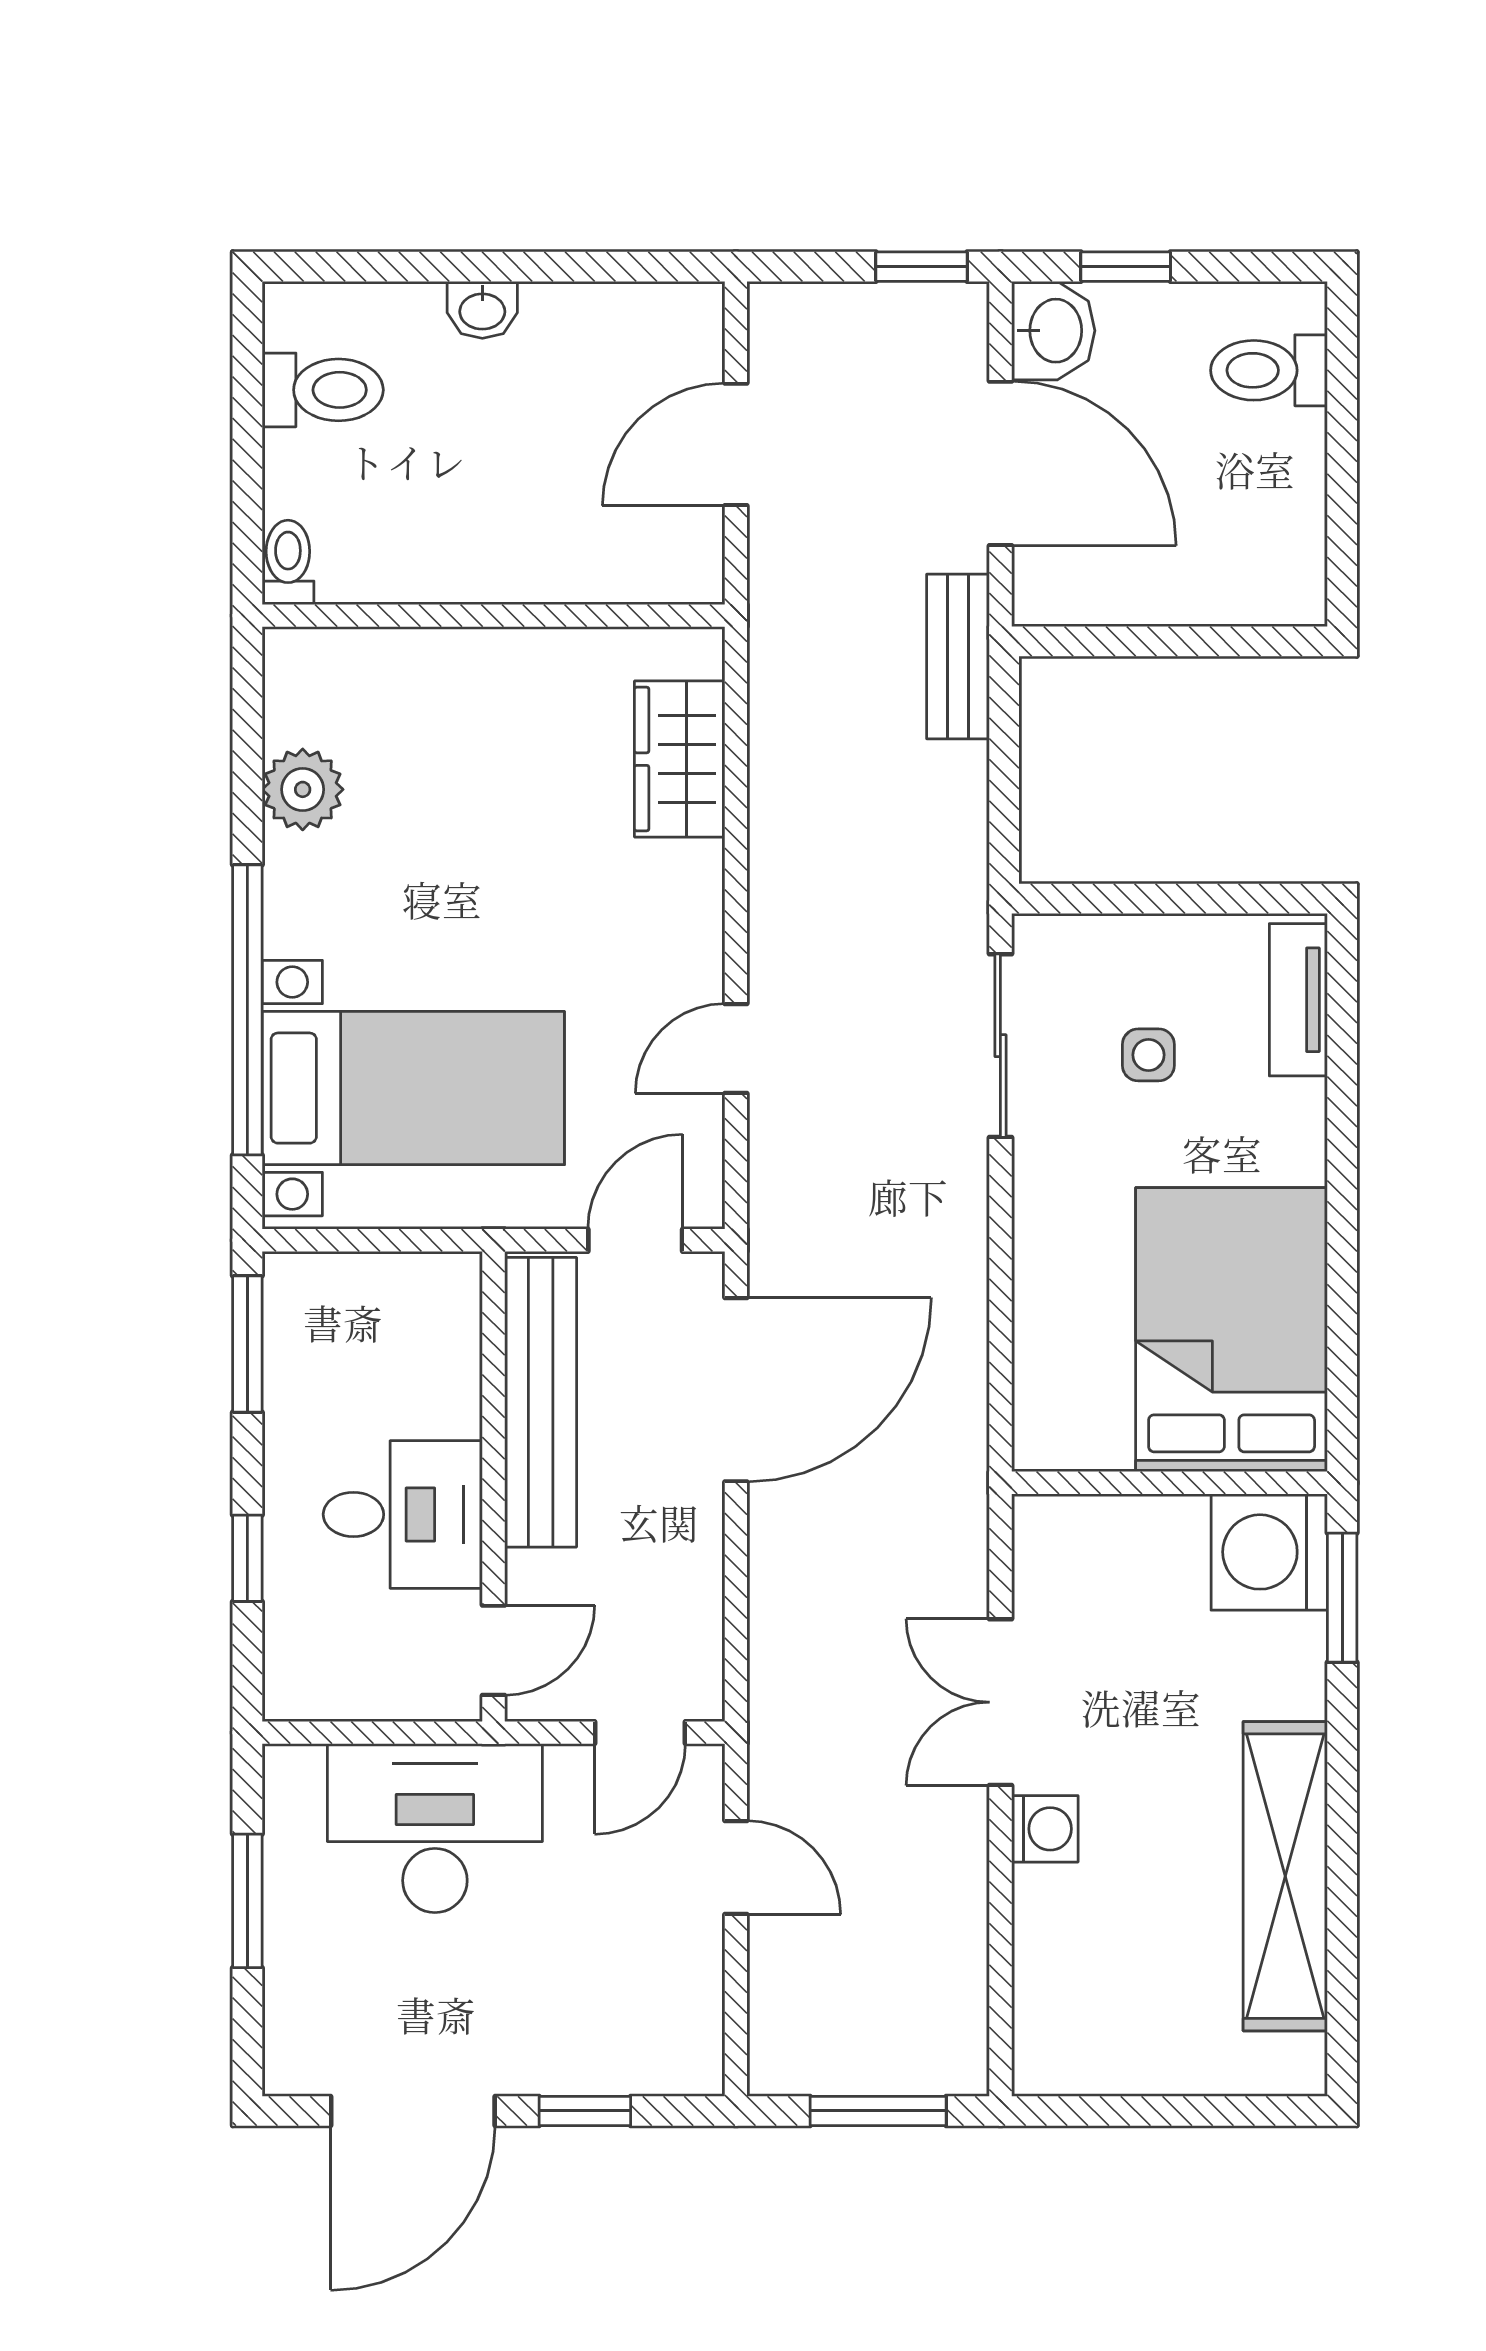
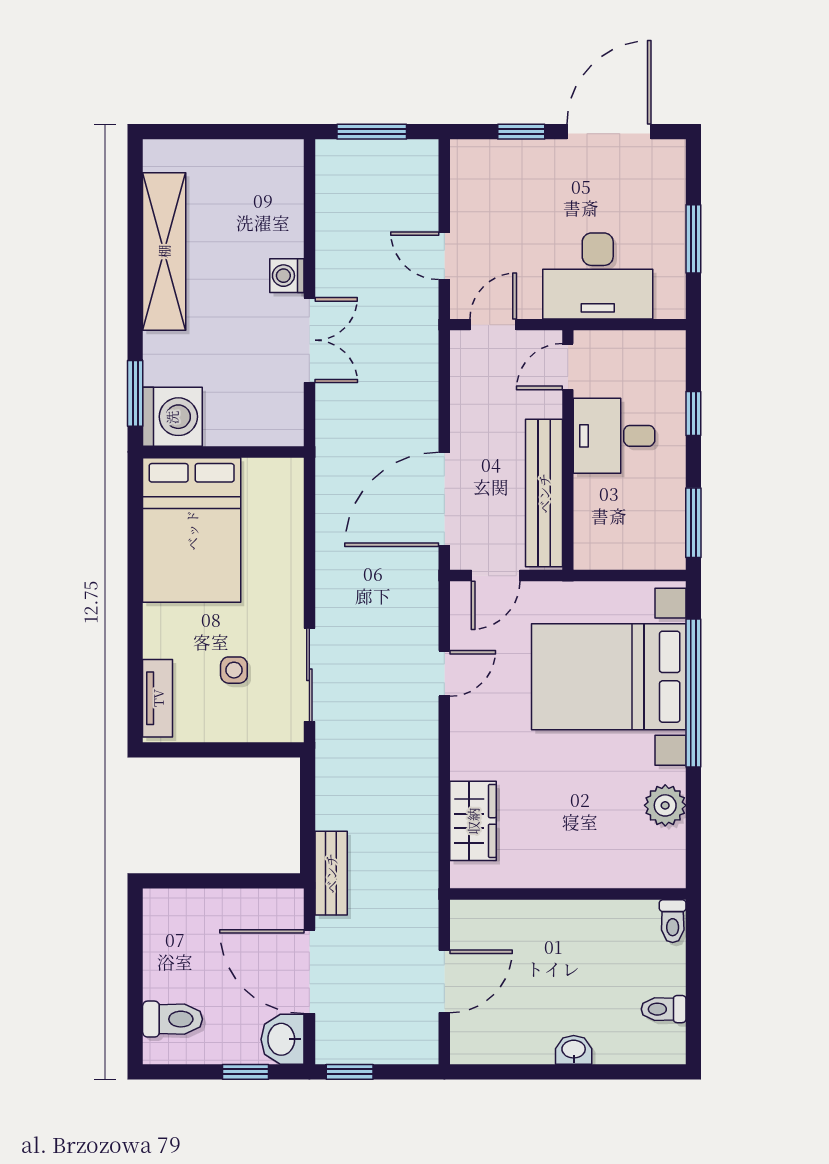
toilet: (323, 390) -> (664, 1009), width x0.73, depth x0.72
bed with nightstands: (413, 1088) -> (609, 677), width x1.36

